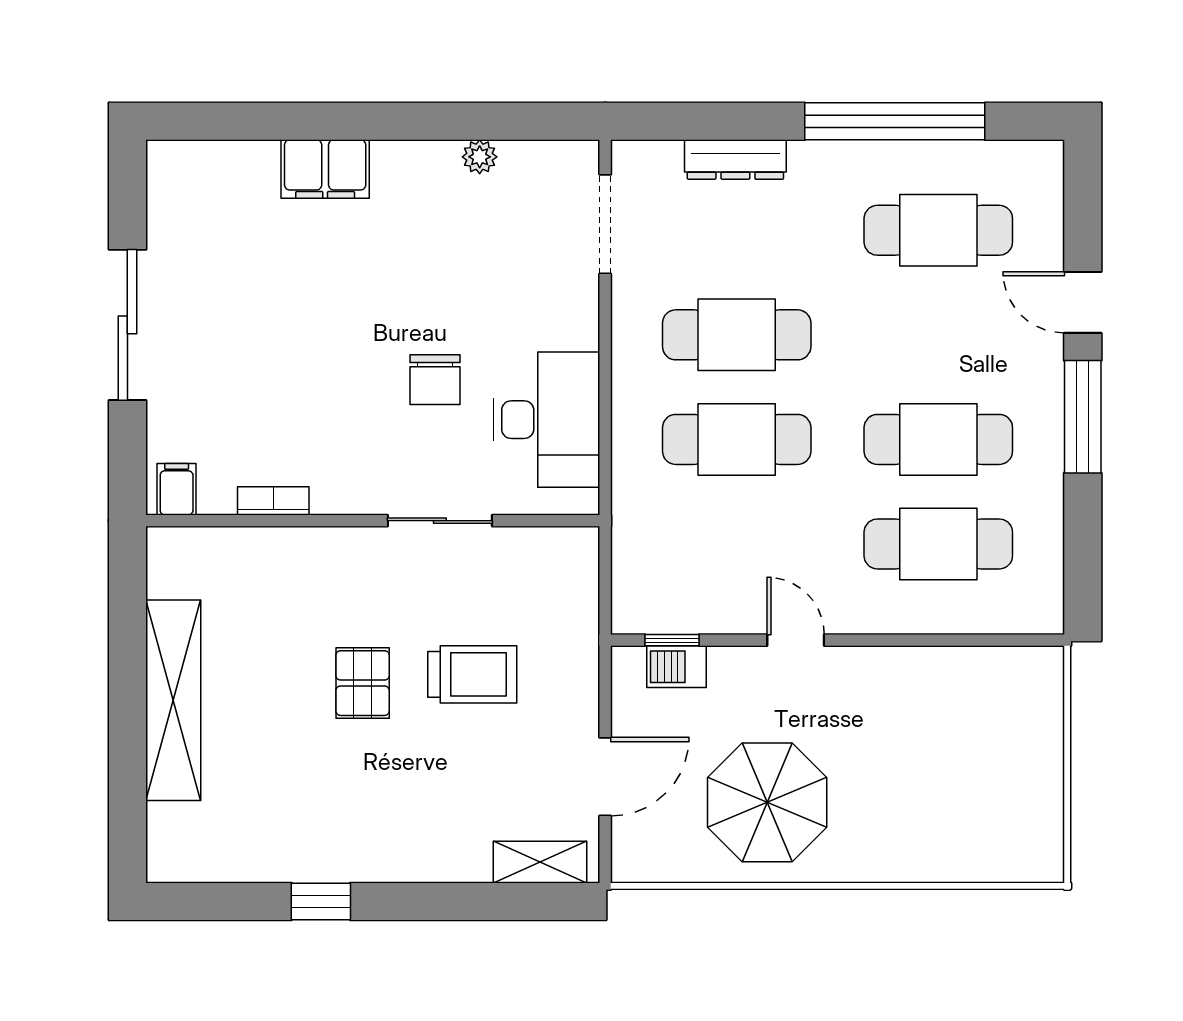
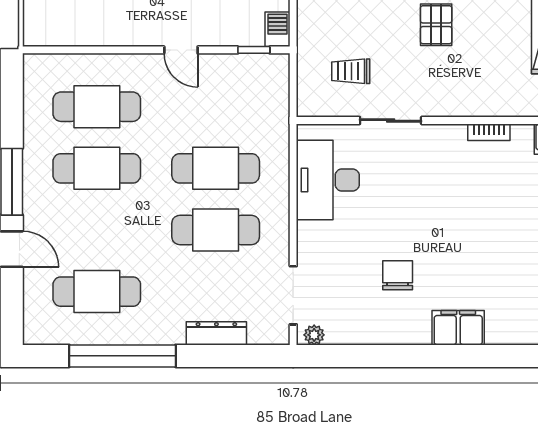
plant: (480, 157) -> (314, 335), moved
chair: (435, 380) -> (398, 275), moved
barbecue: (677, 667) -> (278, 29), moved, turned -90
trolley: (472, 674) -> (351, 71), moved, width x0.73, depth x0.72

